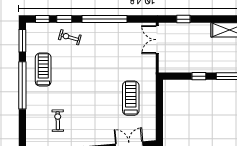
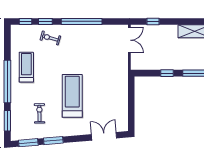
double door: (157, 40) -> (129, 40), swing flipped
window: (22, 41) -> (7, 121), moved
treadmill: (131, 98) -> (72, 96), moved, width x1.37, depth x1.38

